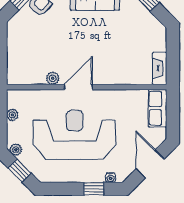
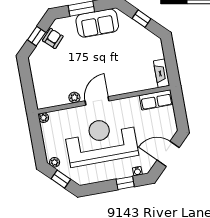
row of seats: (158, 108) -> (156, 100), moved, turned -90
plant: (12, 115) -> (44, 118), moved
door: (150, 164) -> (168, 154), hinge flipped

